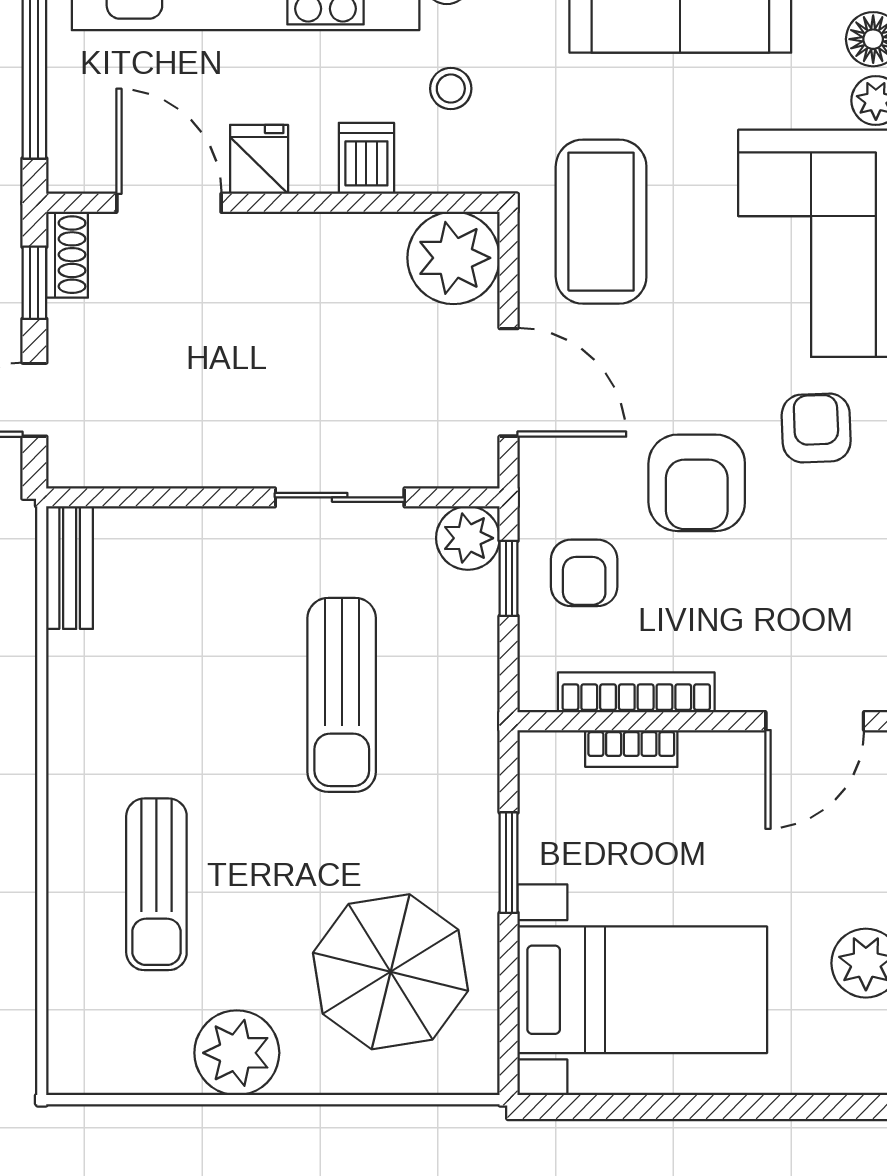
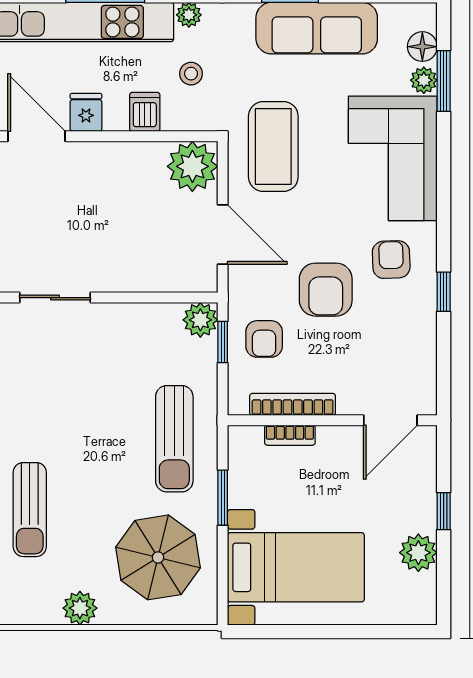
sliding door: (340, 497) -> (55, 298), moved
sun lounger: (342, 695) -> (174, 439), moved
plant: (237, 1053) -> (80, 608), width x0.73, depth x0.73

